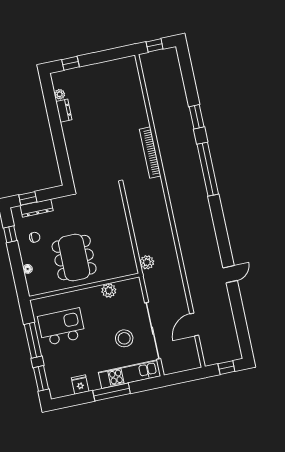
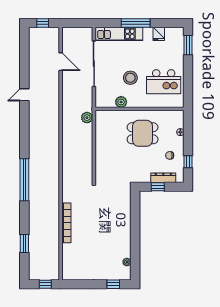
dresser: (64, 111) -> (126, 249), removed
window: (197, 117) -> (24, 243), moved
bookcase: (150, 153) -> (66, 223), moved
window: (28, 198) -> (158, 187), moved
dining table: (74, 258) -> (143, 133), width x0.73
door: (194, 325) -> (61, 62), hinge flipped
stool: (124, 338) -> (130, 78), moved
window: (33, 340) -> (188, 76), removed

